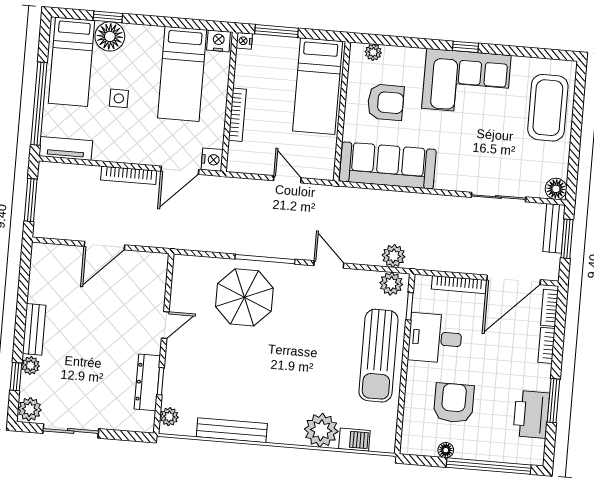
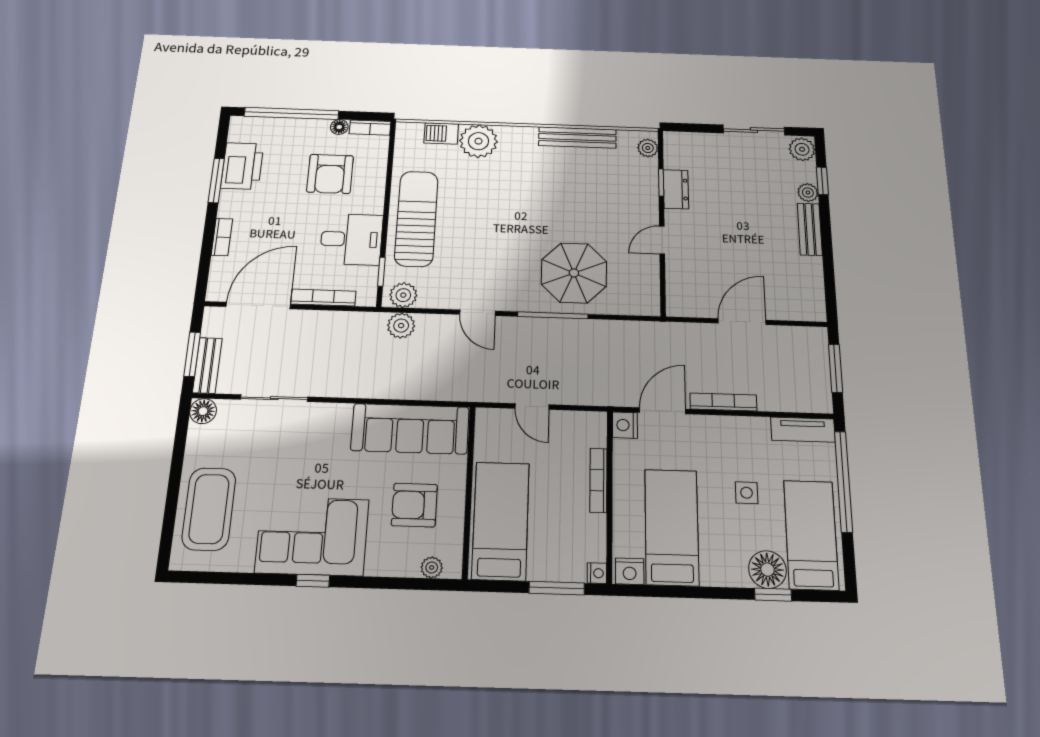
bookcase: (549, 308) -> (370, 128), moved, turned 90
dresser: (147, 382) -> (676, 189), width x0.70

